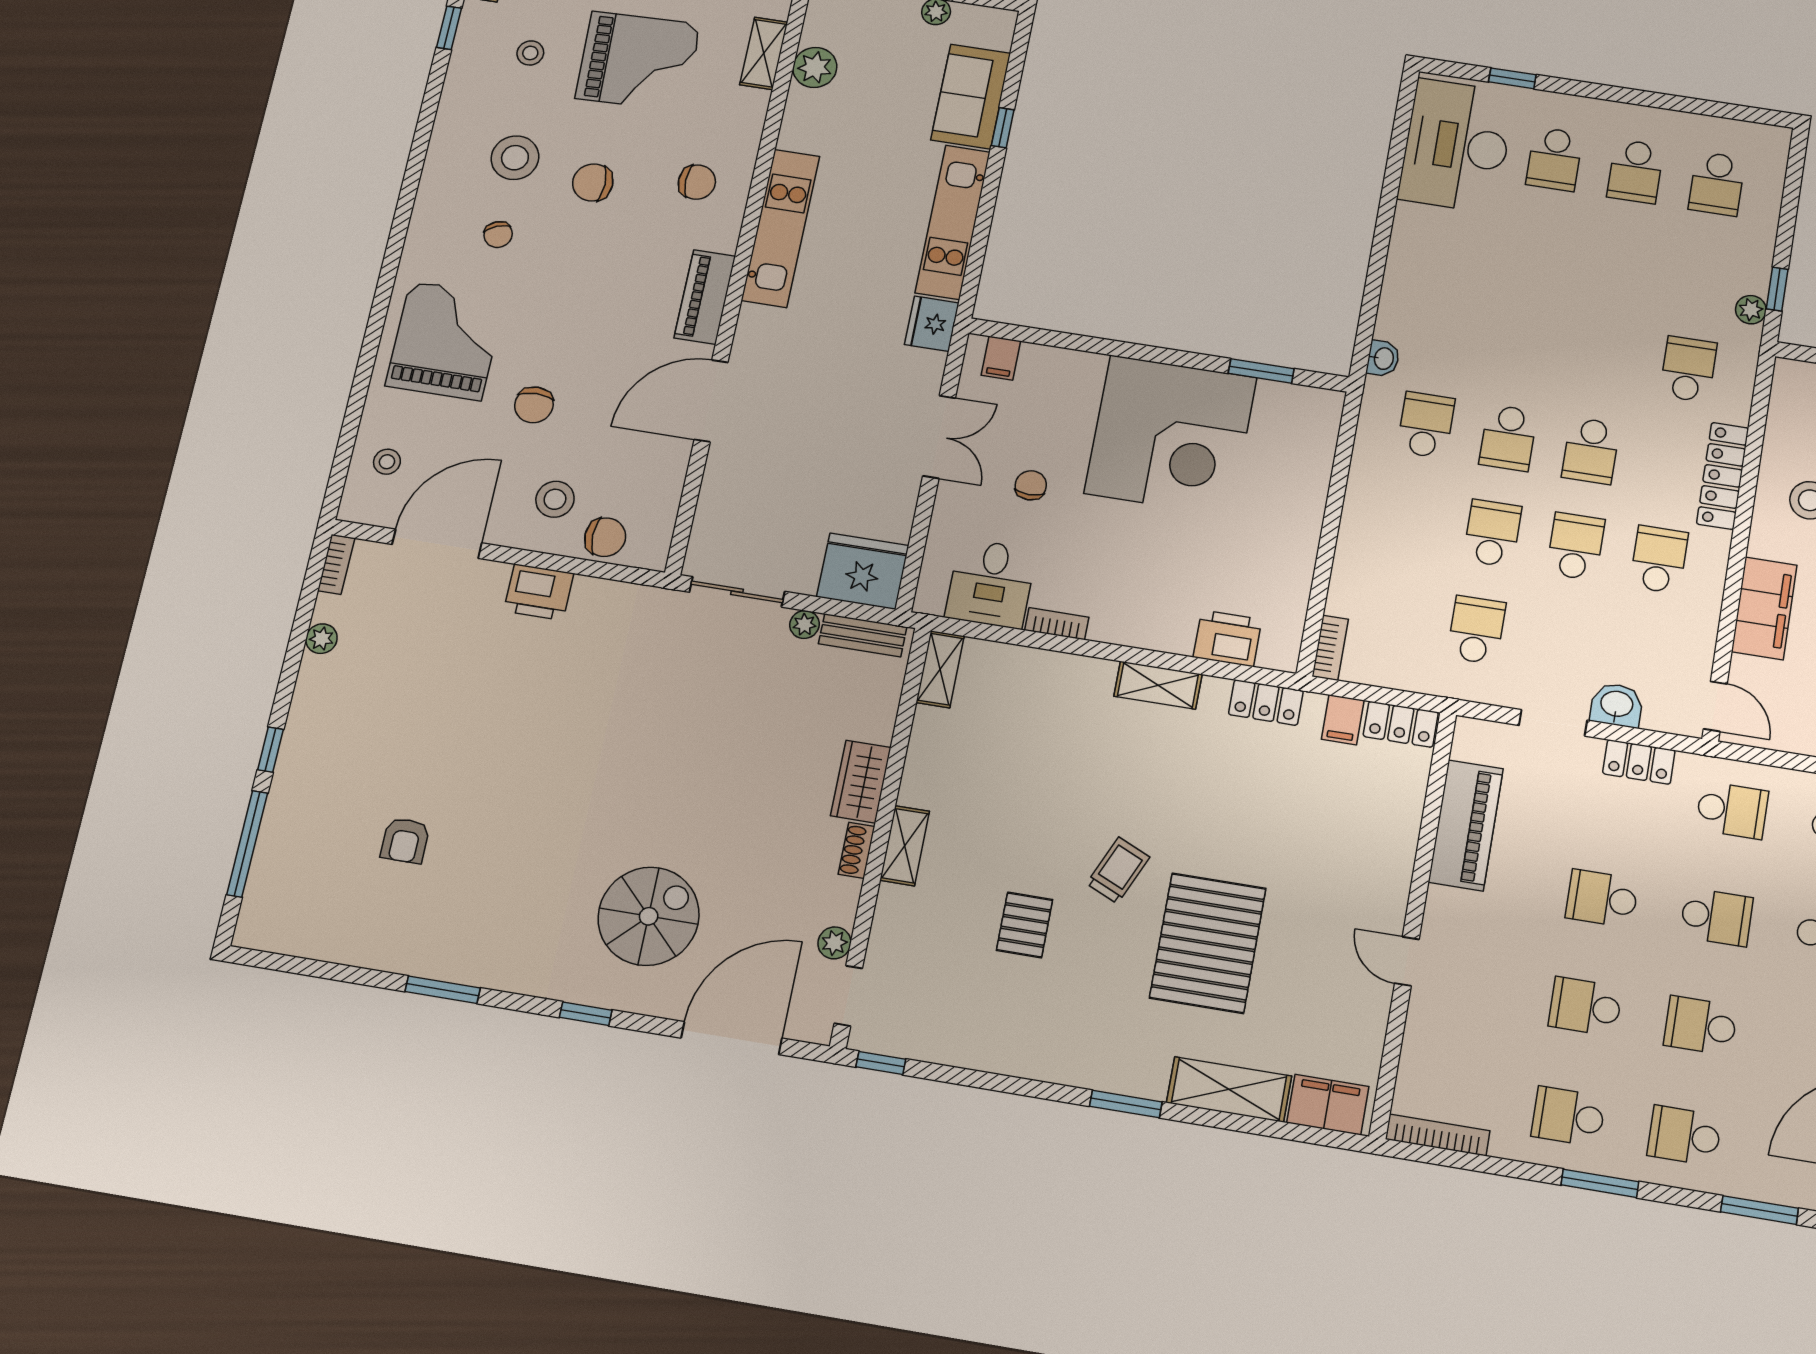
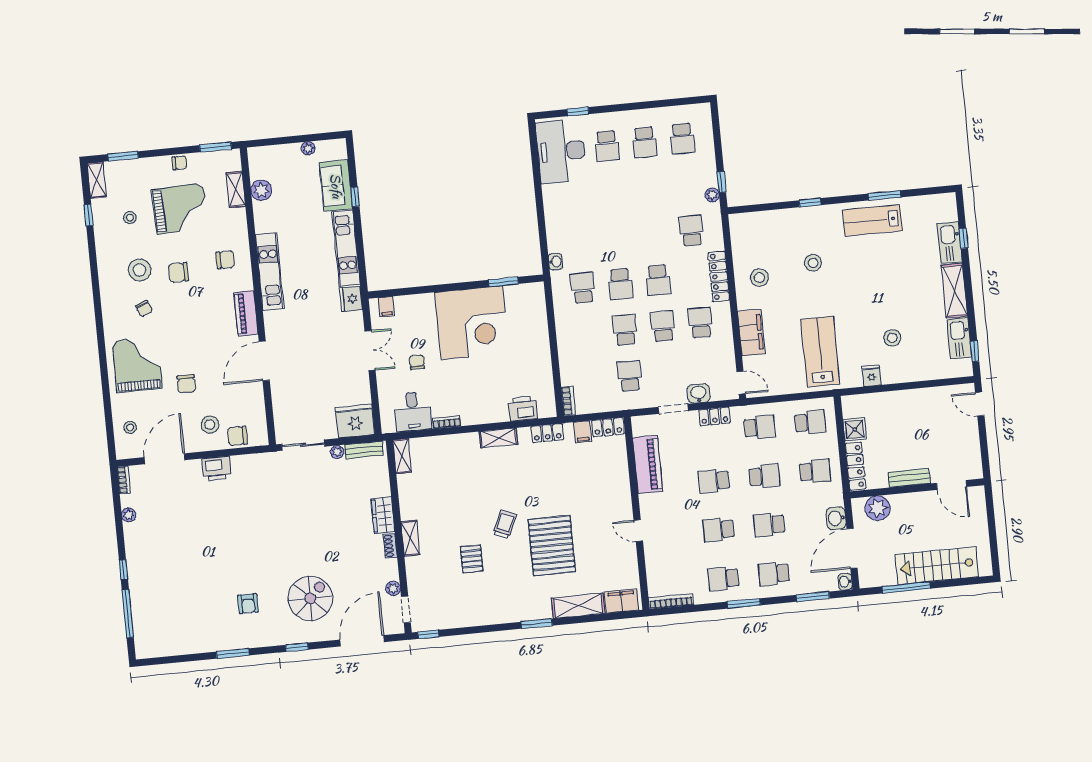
chair: (605, 537) -> (238, 436), turned 180
armchair: (405, 840) -> (248, 604), moved

